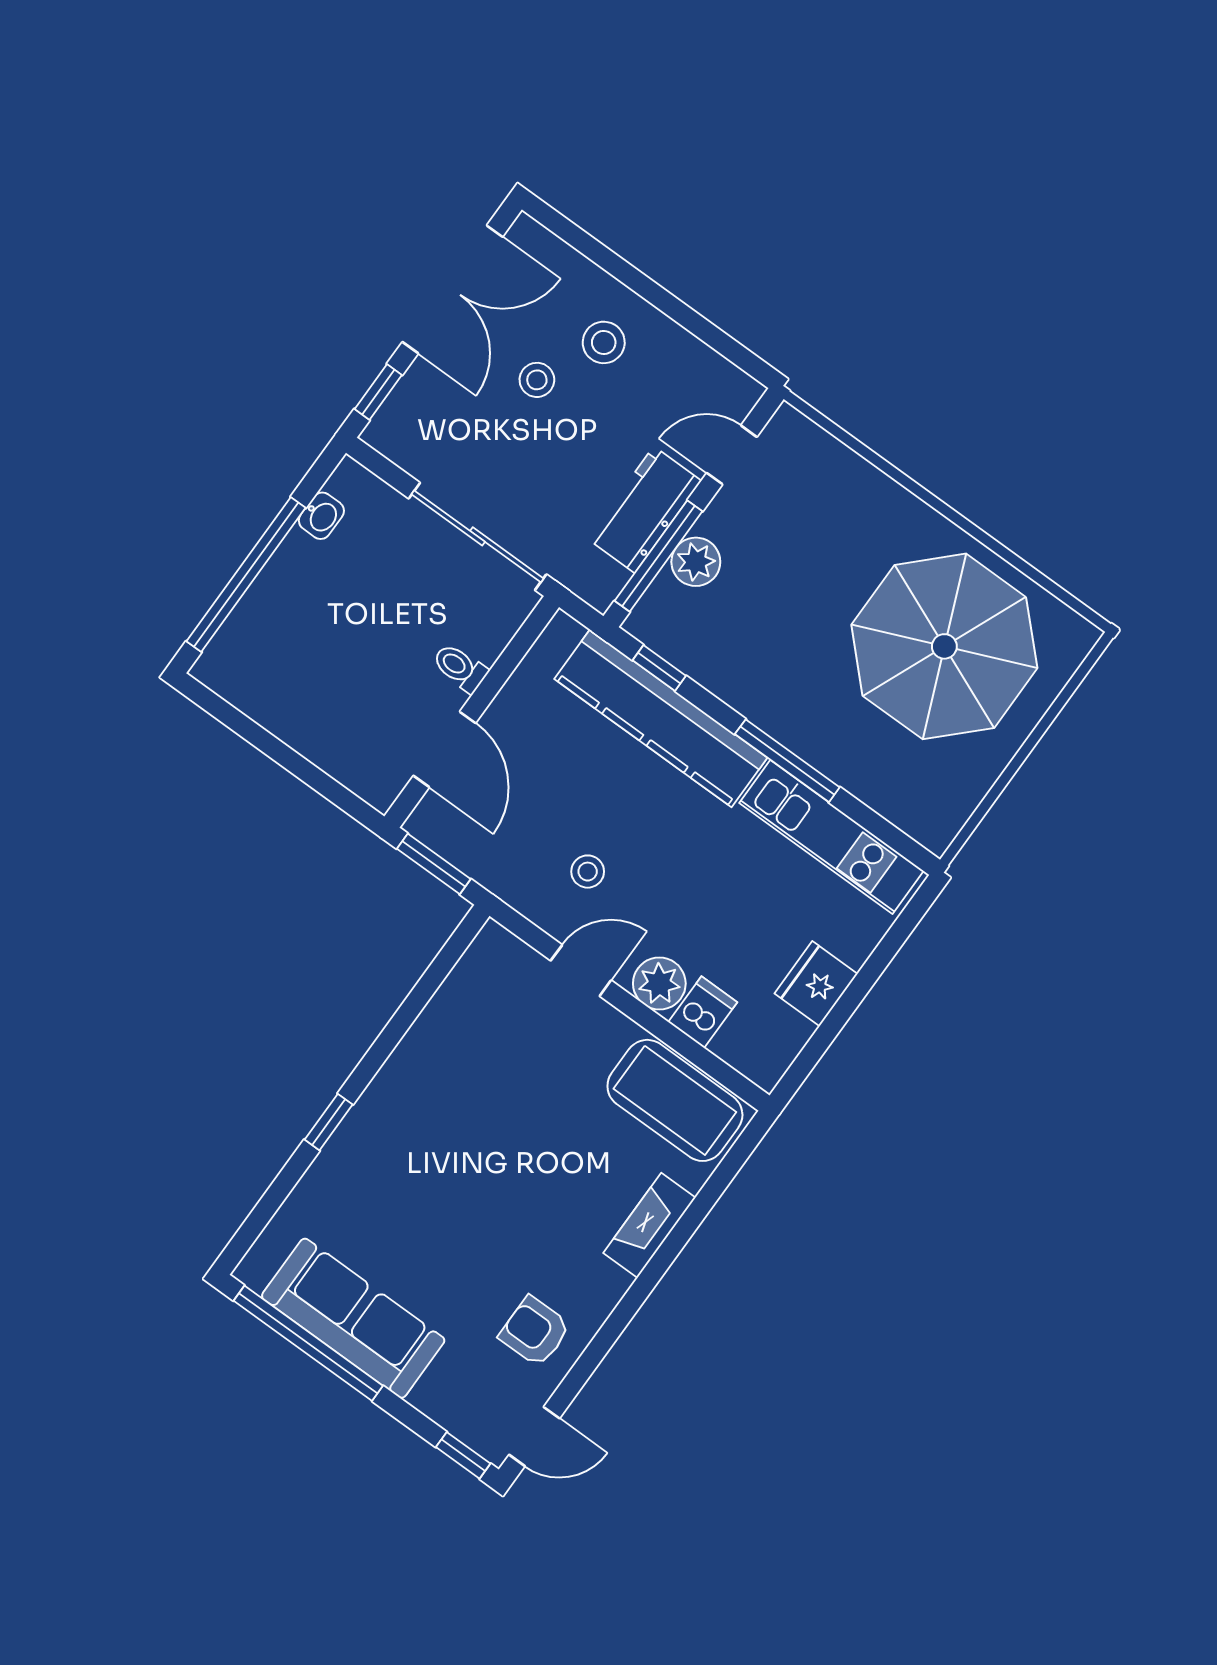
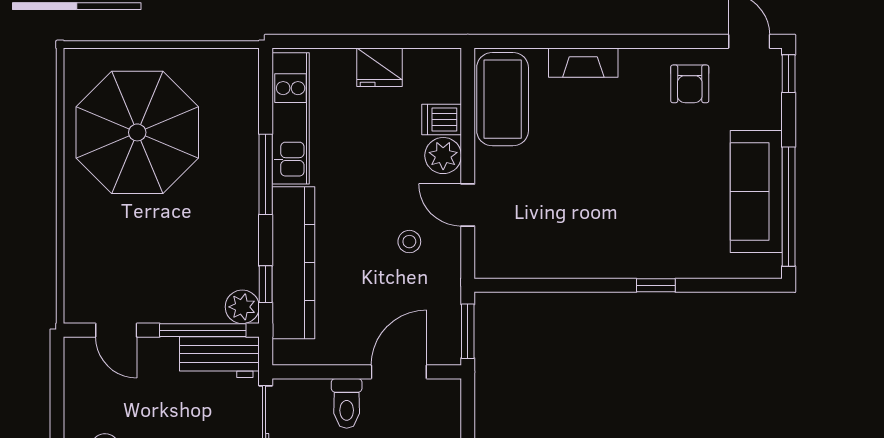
workbench: (644, 510) -> (219, 357), moved
plant: (696, 562) -> (242, 307), moved
toilet: (460, 668) -> (347, 403), width x1.37, depth x1.39

